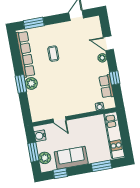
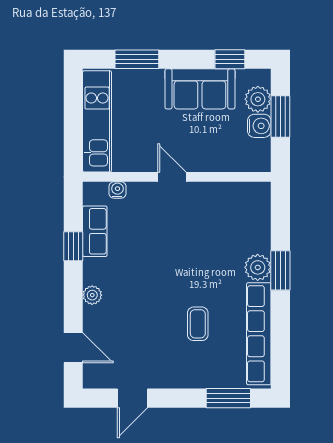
door: (108, 43) -> (73, 348), moved
door: (60, 120) -> (172, 177), moved
water cooler: (40, 136) -> (259, 126), moved

